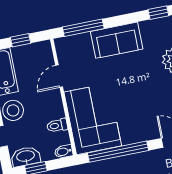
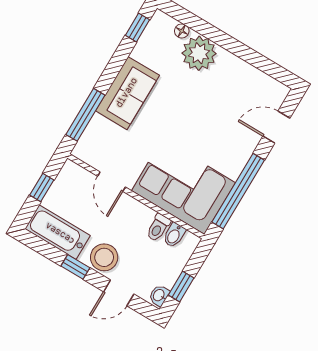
bidet: (64, 152) -> (174, 235), moved
washbasin: (26, 157) -> (159, 295), width x0.52, depth x0.69

